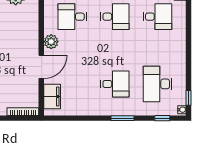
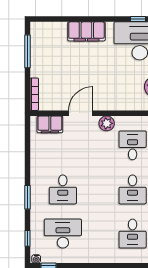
door: (41, 67) -> (81, 113), swing flipped

